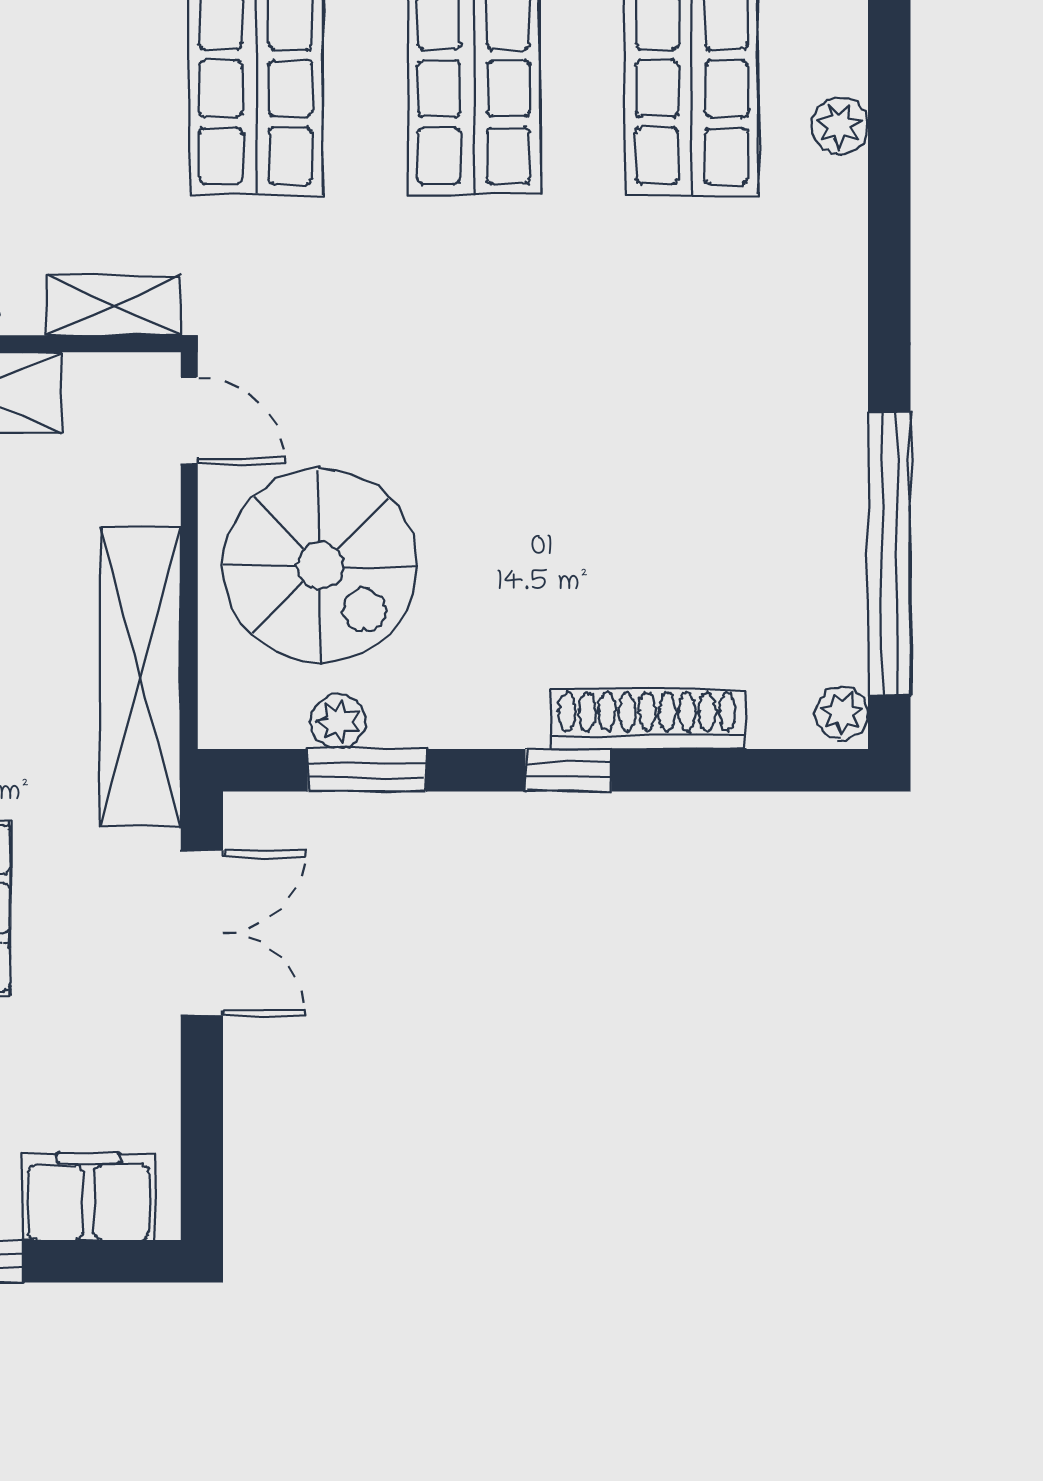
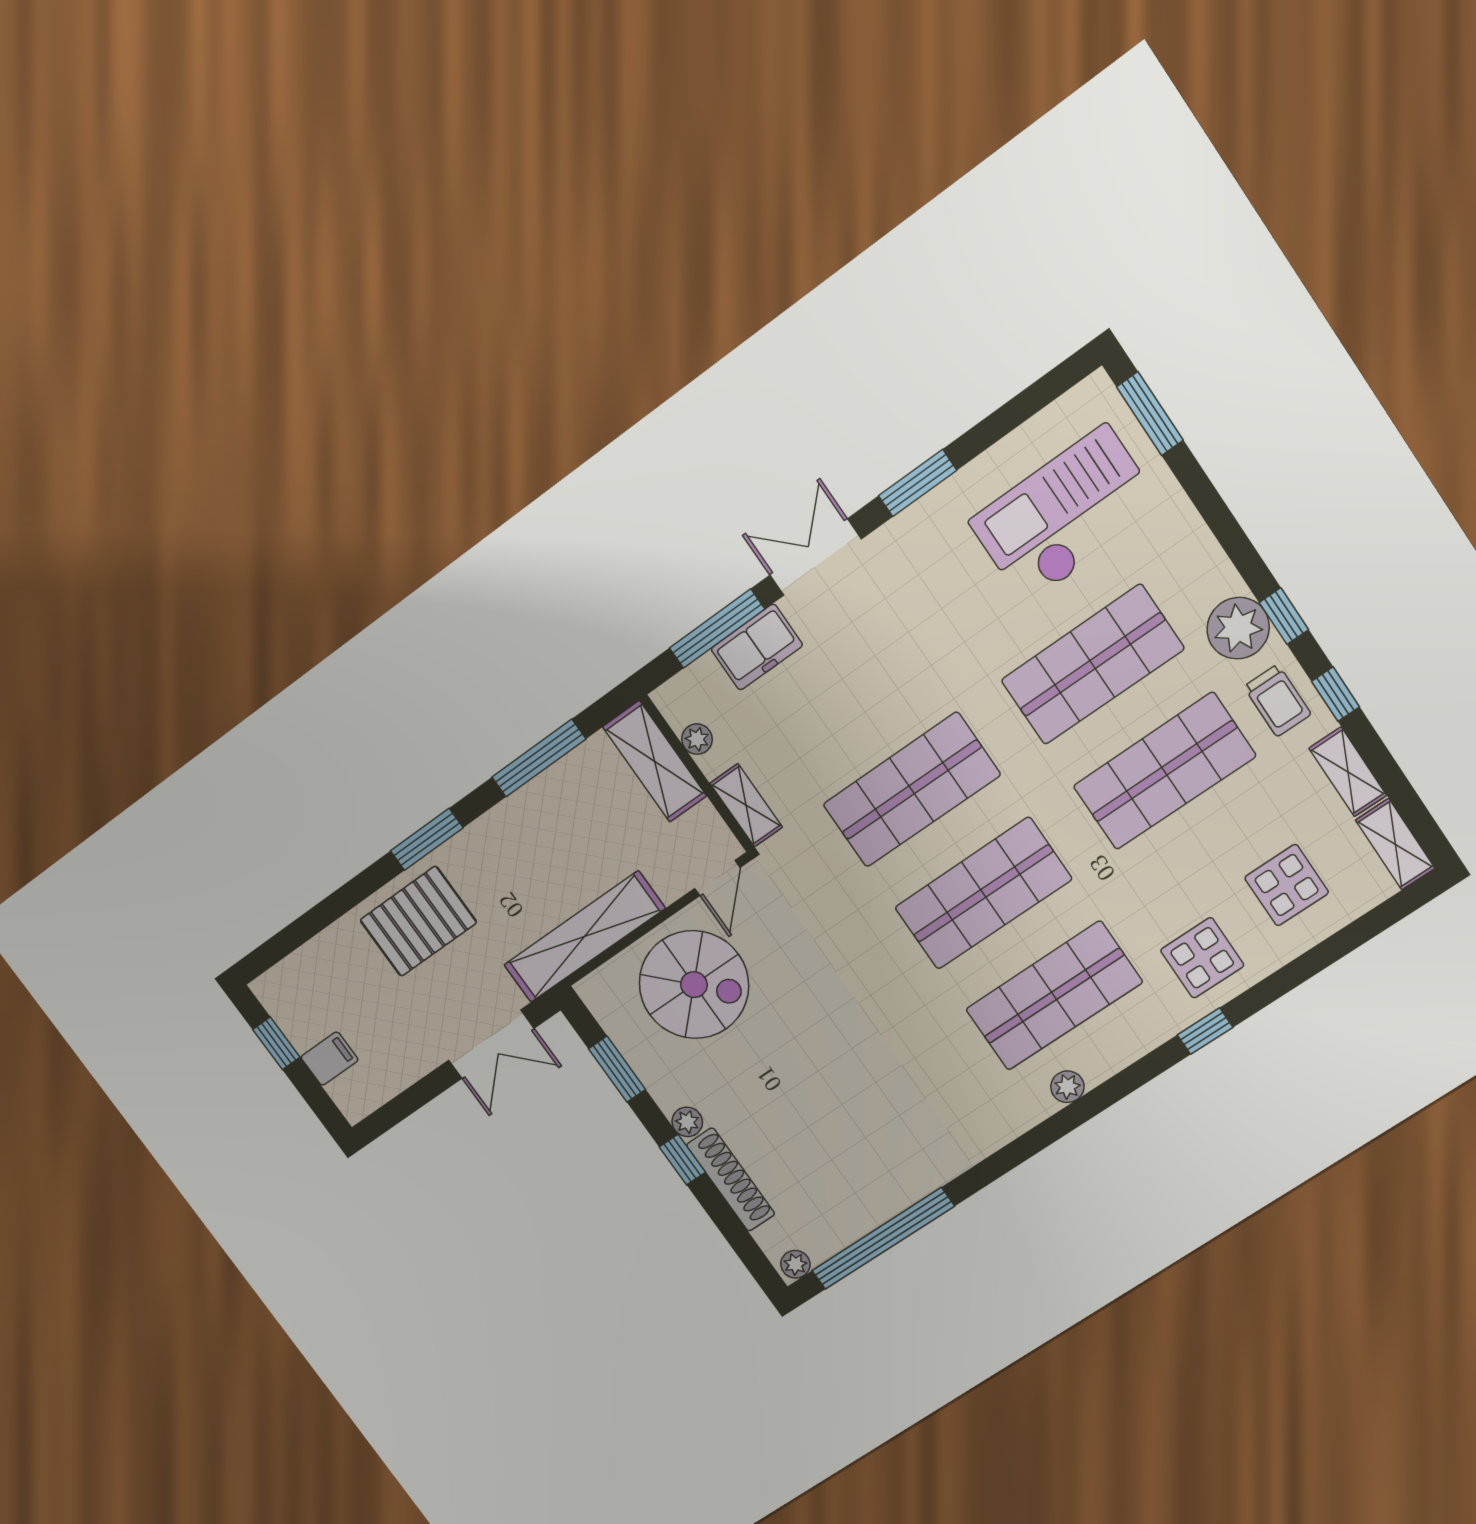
spiral stairs: (320, 566) -> (694, 985), turned -90
plant: (338, 722) -> (687, 1122), moved
filing cabinet: (89, 1196) -> (330, 1059), width x0.50

